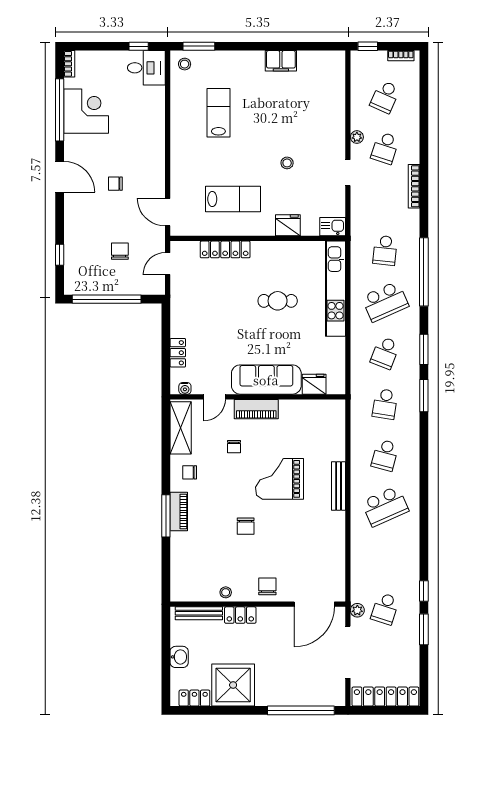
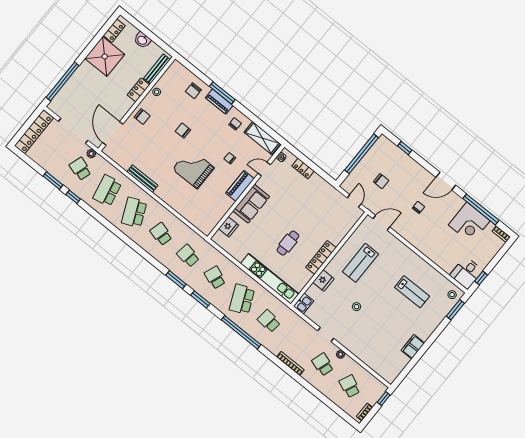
locker: (225, 249) -> (321, 258), moved
sofa: (266, 380) -> (251, 204), width x0.73
door: (215, 397) -> (264, 169), hinge flipped
grand piano: (280, 479) -> (193, 168), turned -90
bench: (339, 486) -> (142, 179), moved
chair: (190, 551) -> (193, 91), added
school desk: (385, 557) -> (107, 191), added

